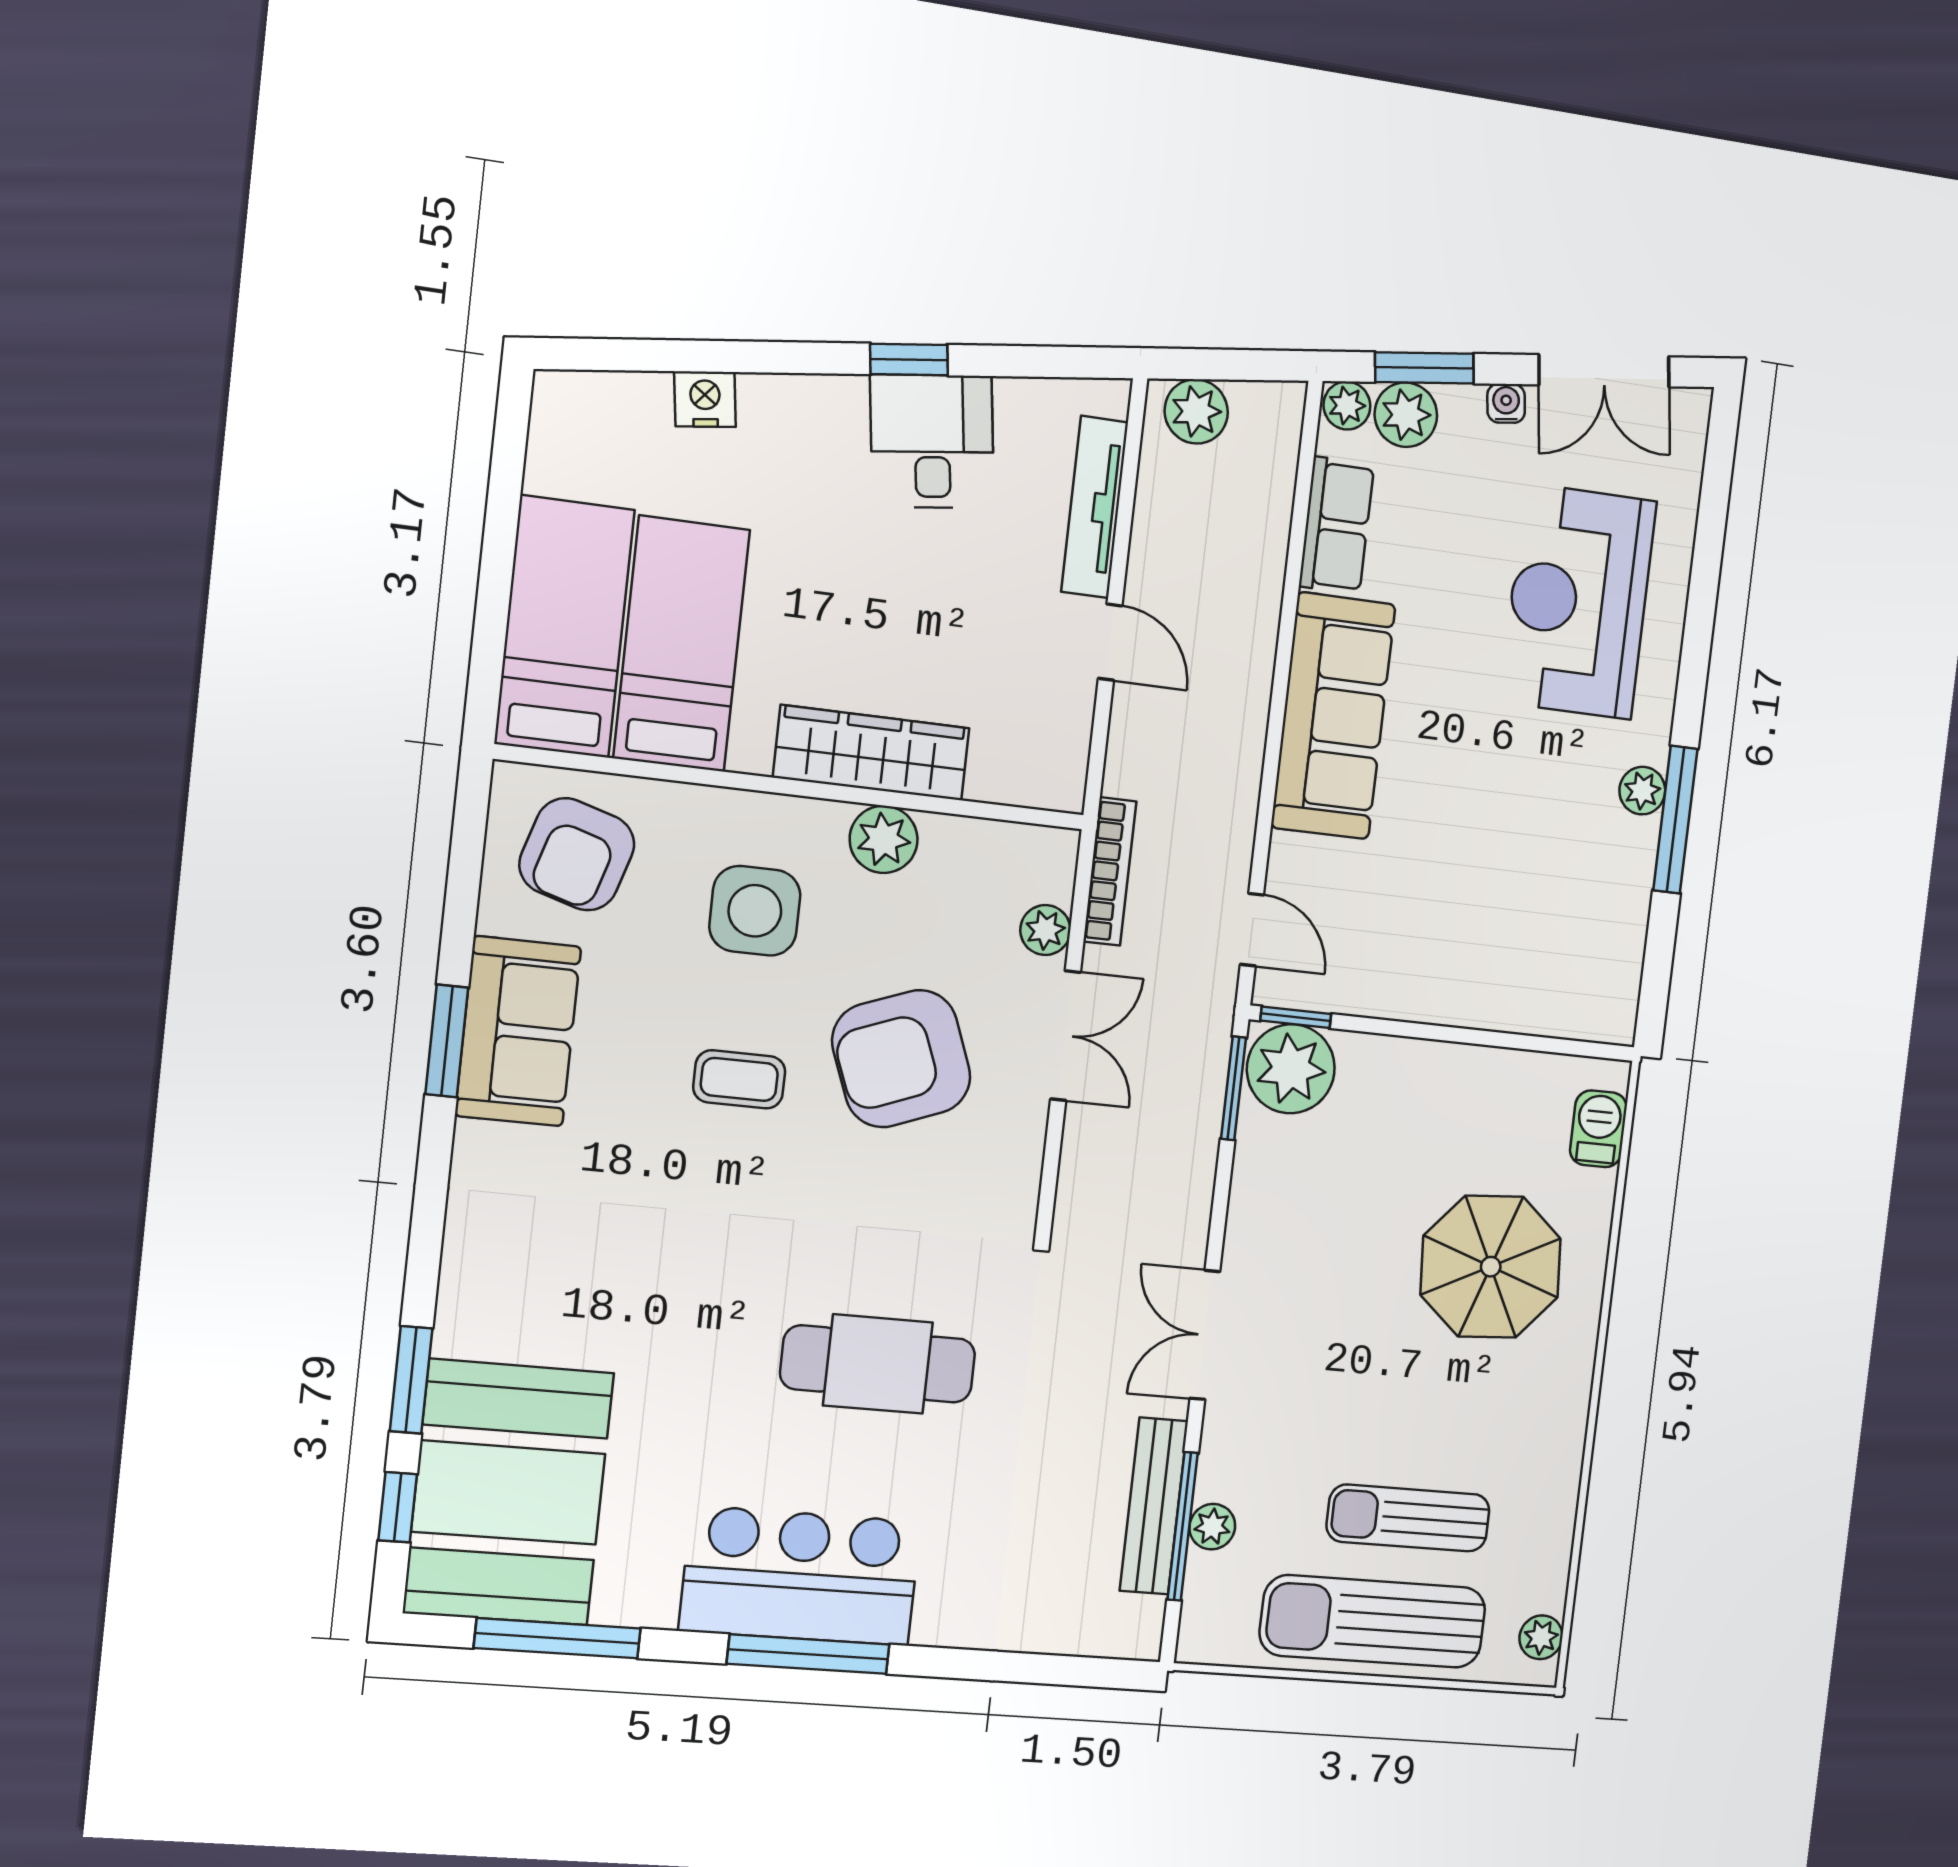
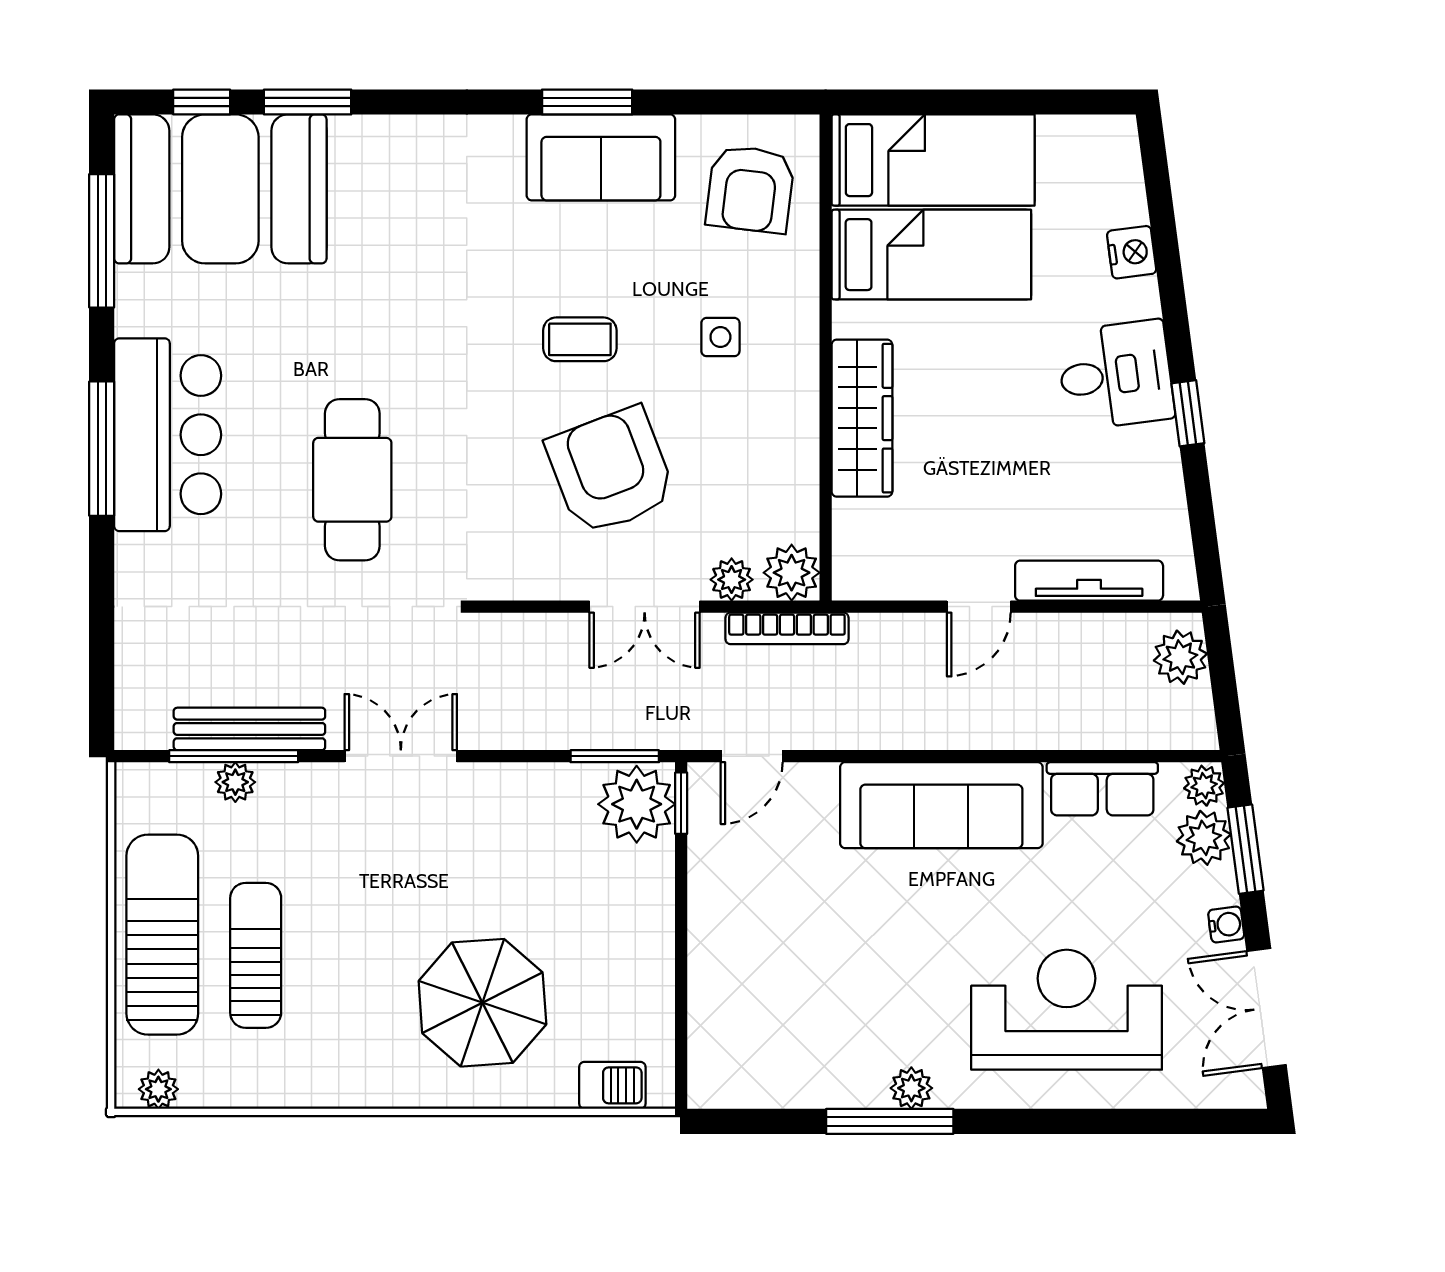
desk: (932, 441) -> (1116, 375), moved
plant: (884, 839) -> (792, 573), moved
armchair: (577, 854) -> (750, 189), turned -100
side table: (755, 911) -> (720, 337), width x0.54, depth x0.54
coffee table: (739, 1079) -> (580, 339), turned 90

